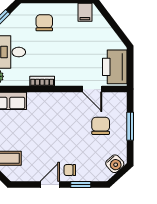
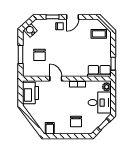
door: (92, 89) -> (56, 79), moved

